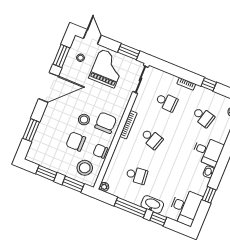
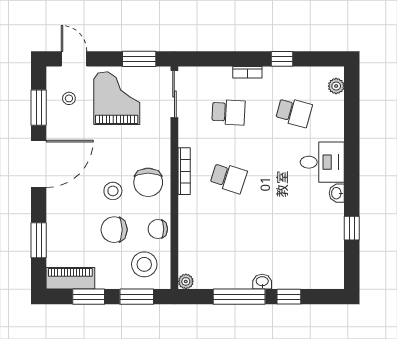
chair: (106, 123) -> (148, 182), turned 180
piano: (40, 159) -> (70, 278), added
school desk: (137, 175) -> (228, 243), removed
washbasin: (152, 204) -> (262, 282), width x0.52, depth x0.69
desk: (185, 207) -> (323, 262), removed

